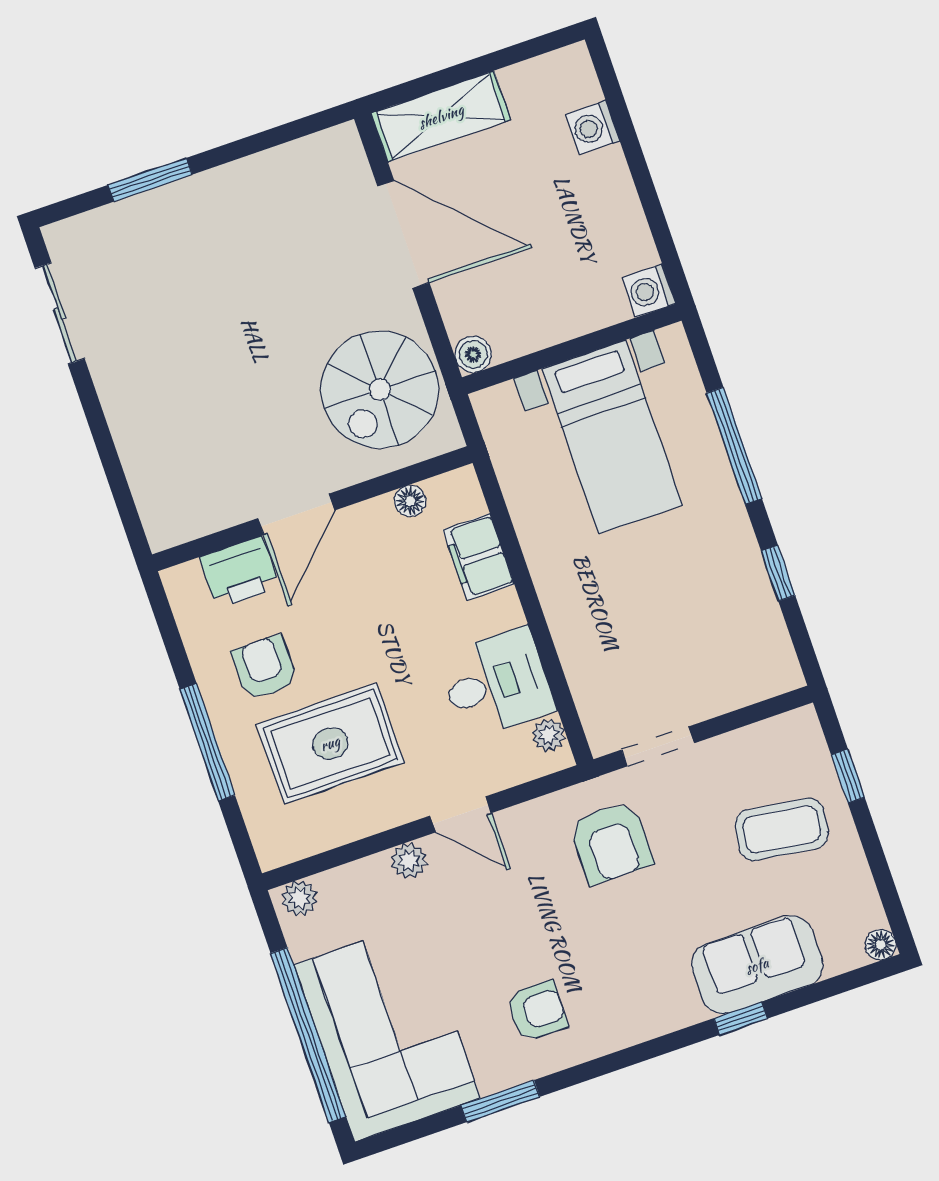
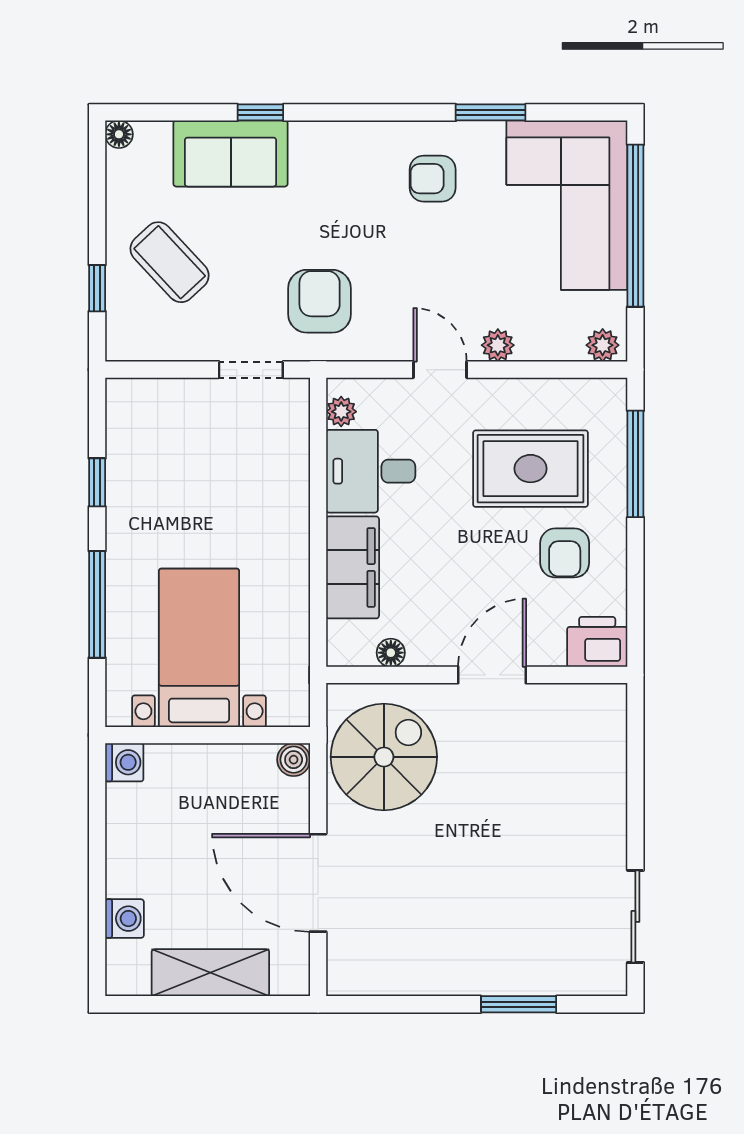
shelving: (441, 116) -> (210, 973), moved
filing cabinet: (479, 557) -> (353, 567), width x1.50, depth x1.17
printer: (240, 572) -> (597, 642), moved
window: (207, 742) -> (635, 464), moved
coffee table: (782, 829) -> (170, 262), turned 39

